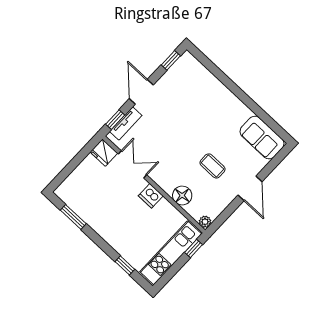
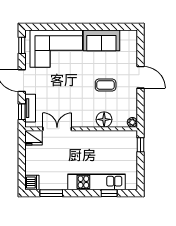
corner sofa: (199, 92) -> (56, 49), added
sofa: (262, 138) -> (101, 40), moved
dishwasher: (151, 196) -> (32, 183), moved, turned -90
kitchen unit: (171, 253) -> (97, 182), moved, turned 90

